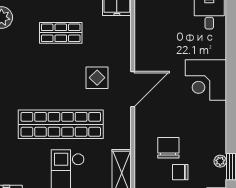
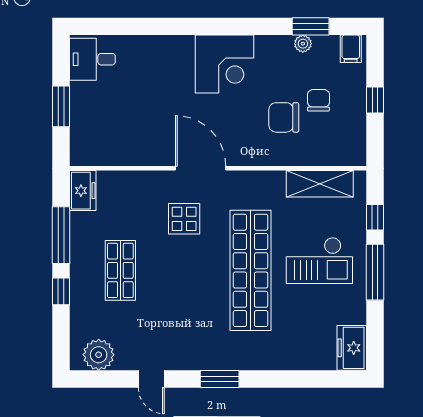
corner desk: (206, 80) -> (224, 64), moved
chair: (180, 172) -> (318, 100), turned 180

